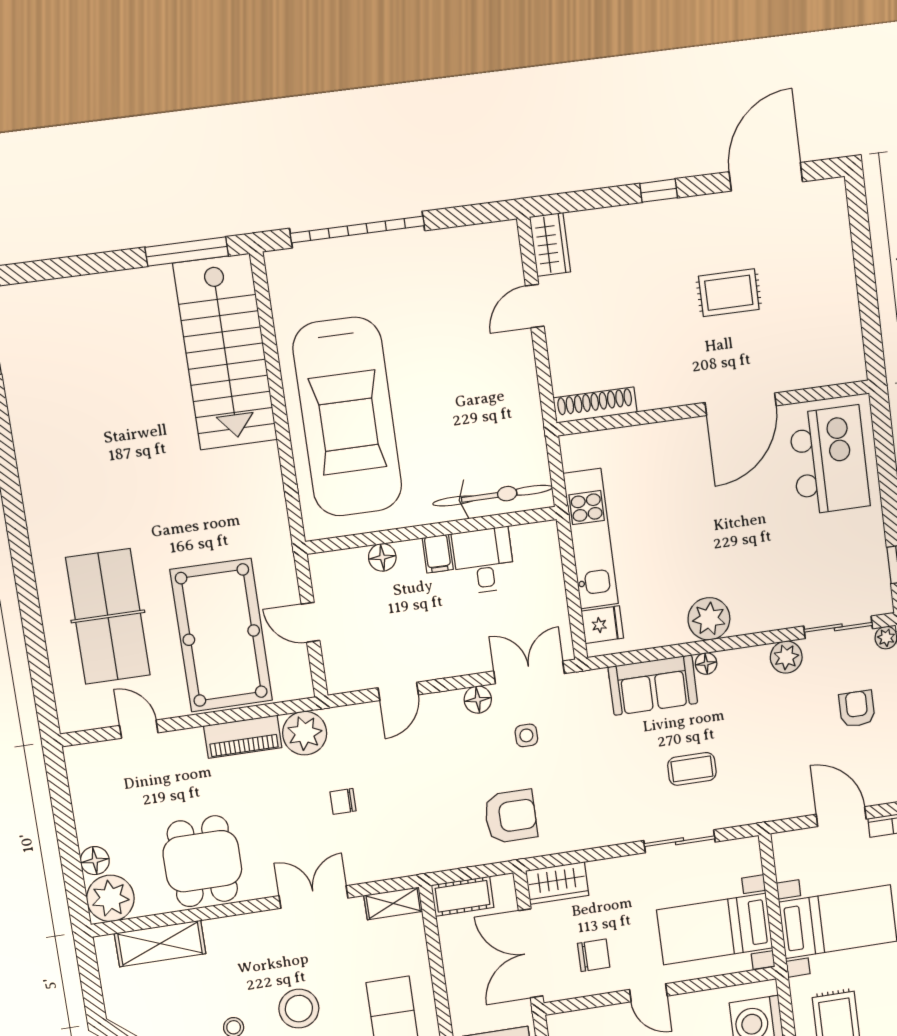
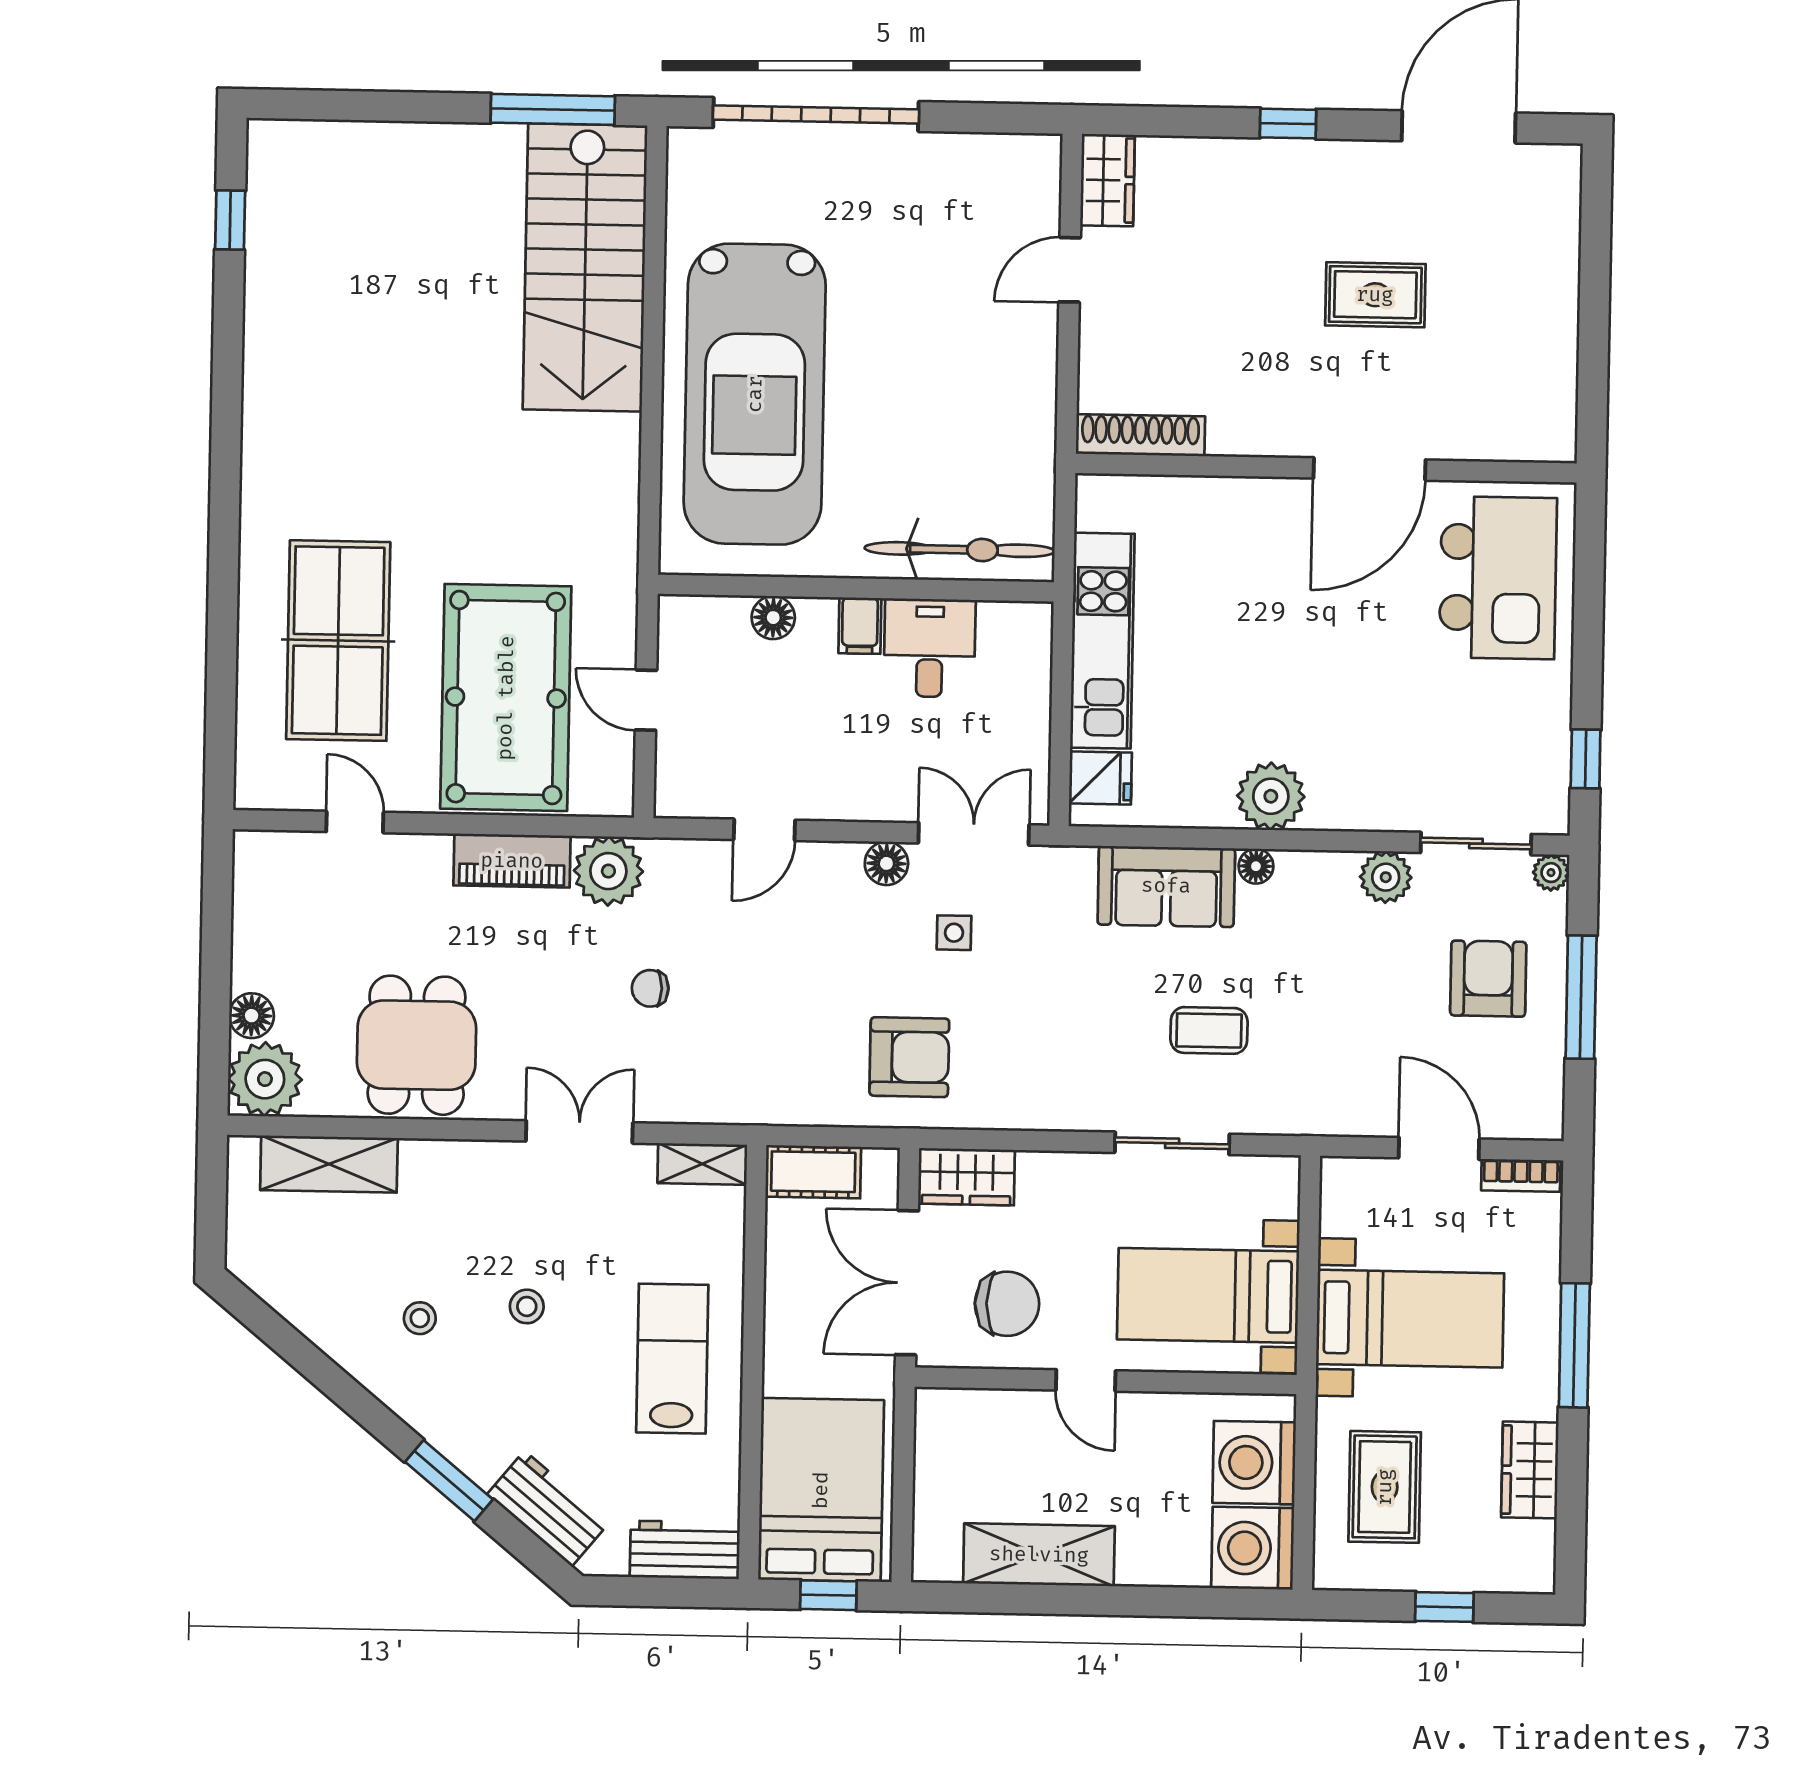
armchair: (857, 709) -> (1488, 979), width x1.38, depth x1.38
chair: (594, 955) -> (1007, 1304), width x1.37, depth x1.37
stool: (299, 1009) -> (527, 1306), width x0.53, depth x0.53

